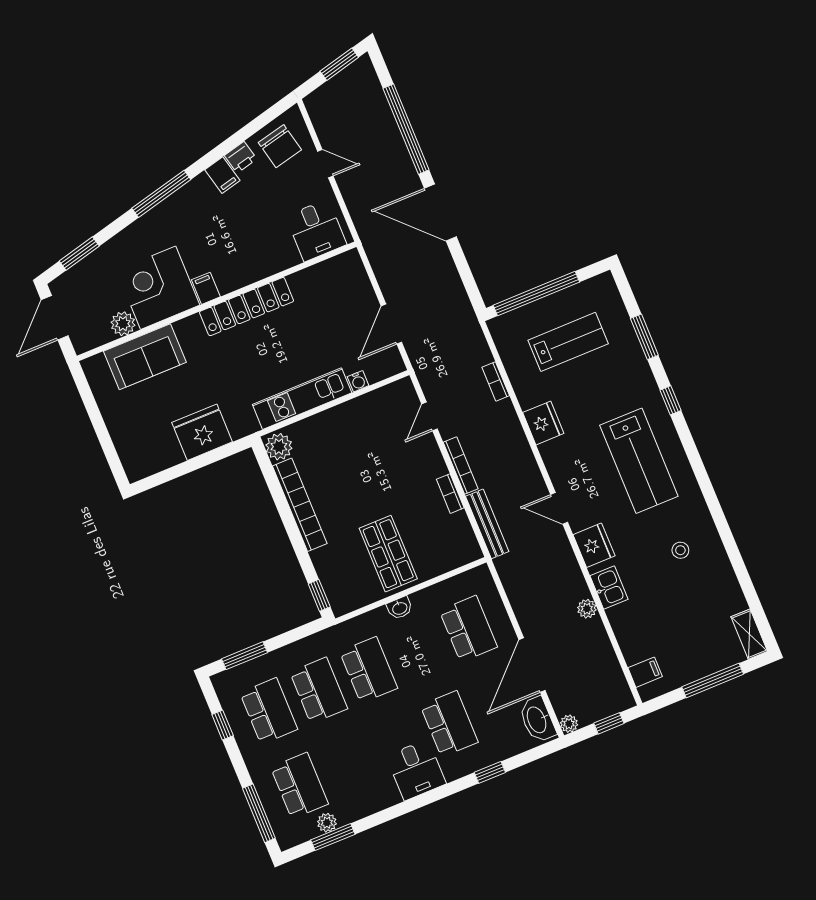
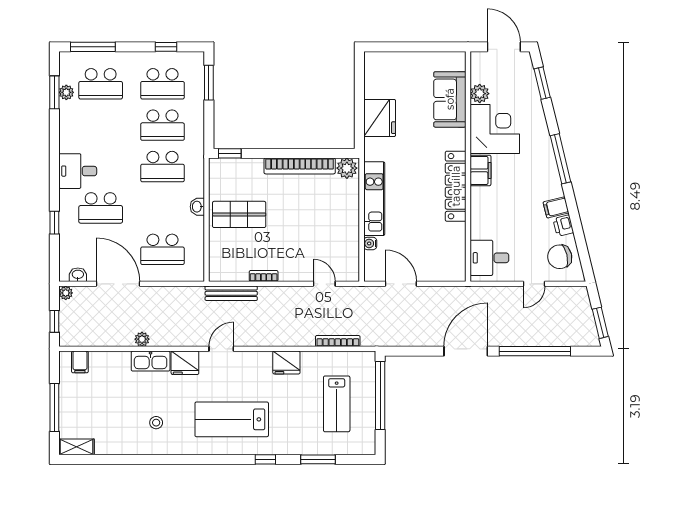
filing cabinet: (206, 288) -> (481, 170), width x2.00
bookcase: (496, 381) -> (338, 341), width x1.56
bookcase: (461, 466) -> (280, 292), removed
kitchen sink: (609, 588) -> (151, 361), width x1.38
washbasin: (537, 720) -> (78, 275), width x0.52, depth x0.69

